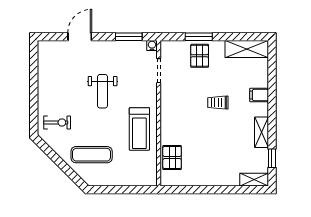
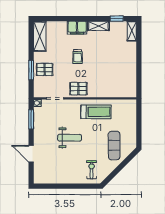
filing cabinet: (259, 95) -> (77, 28), width x2.00
pallet: (172, 157) -> (78, 89), moved

